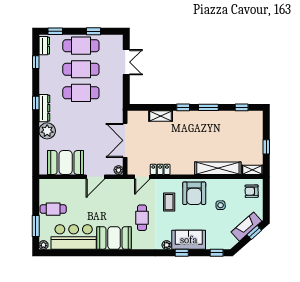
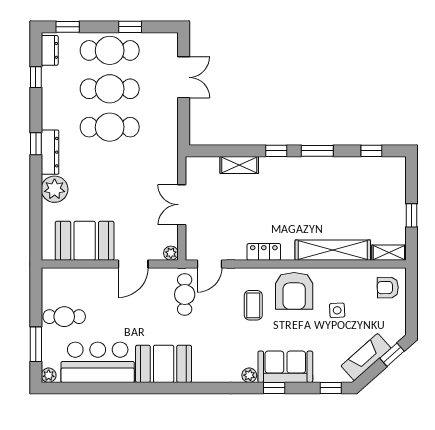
double door: (125, 140) -> (182, 205), width x0.73
locker: (160, 169) -> (264, 252), moved
cafe table: (142, 218) -> (185, 294), moved
fireplace: (246, 227) -> (366, 357), moved

